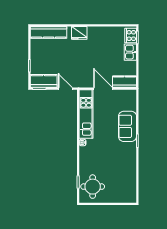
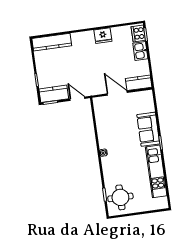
fridge: (79, 33) -> (103, 36), moved
kitchen unit: (86, 114) -> (156, 171), moved, turned 180

